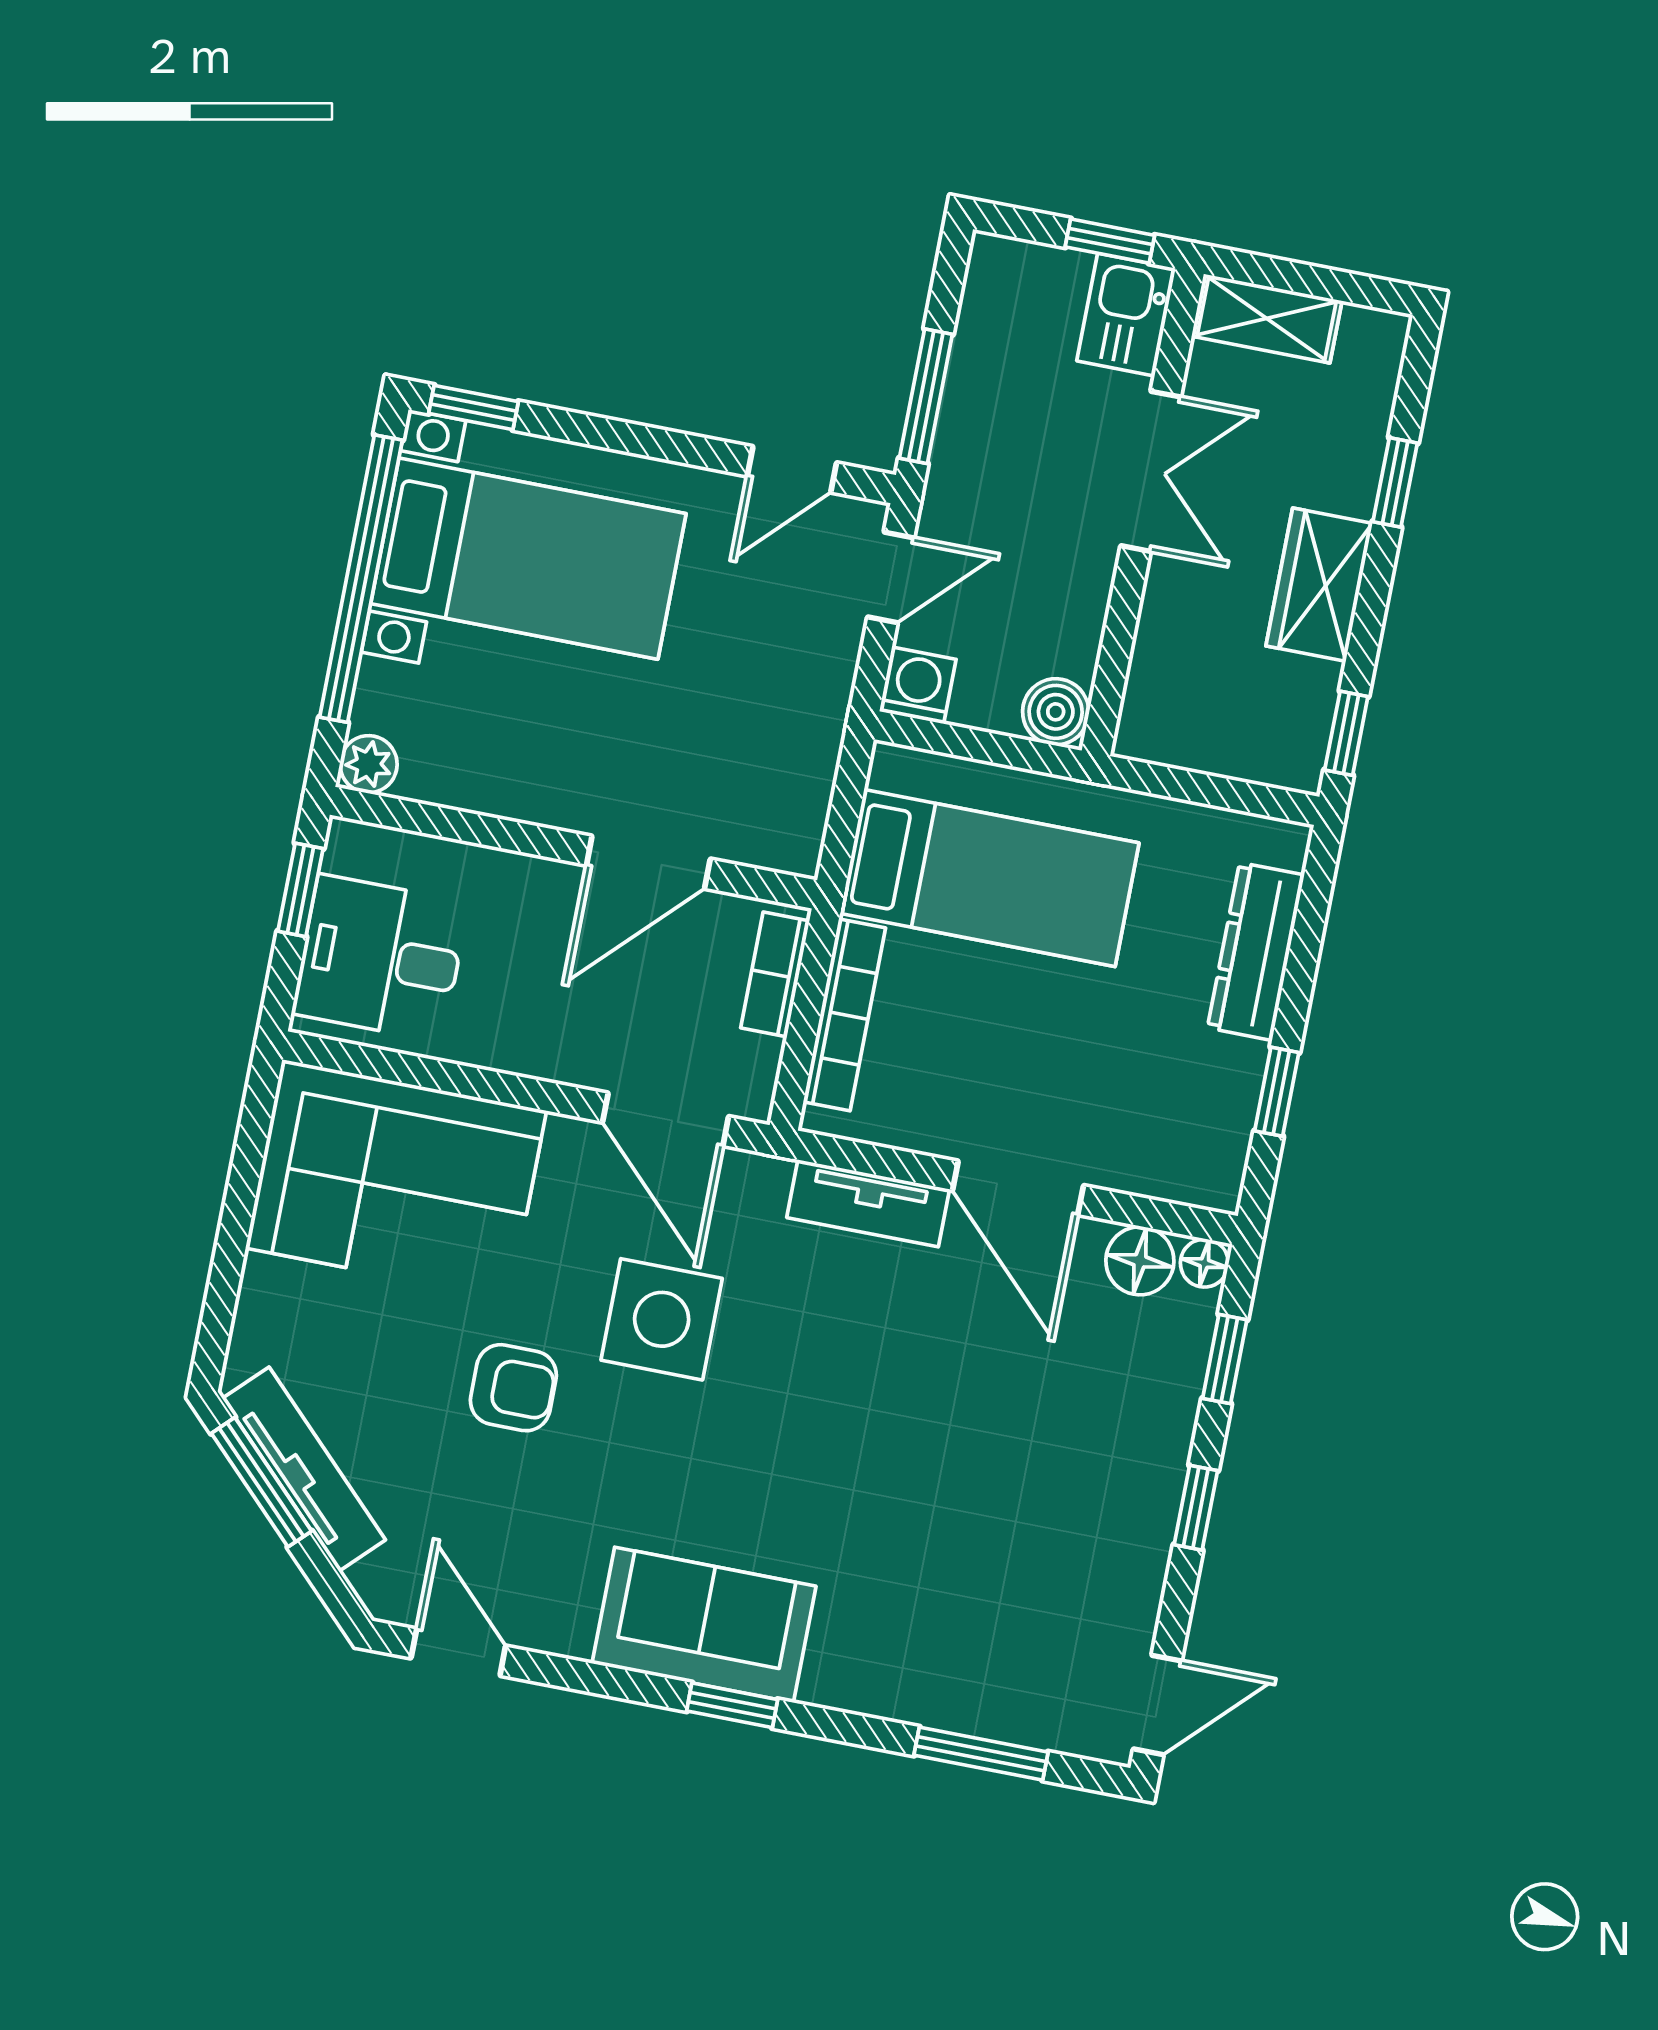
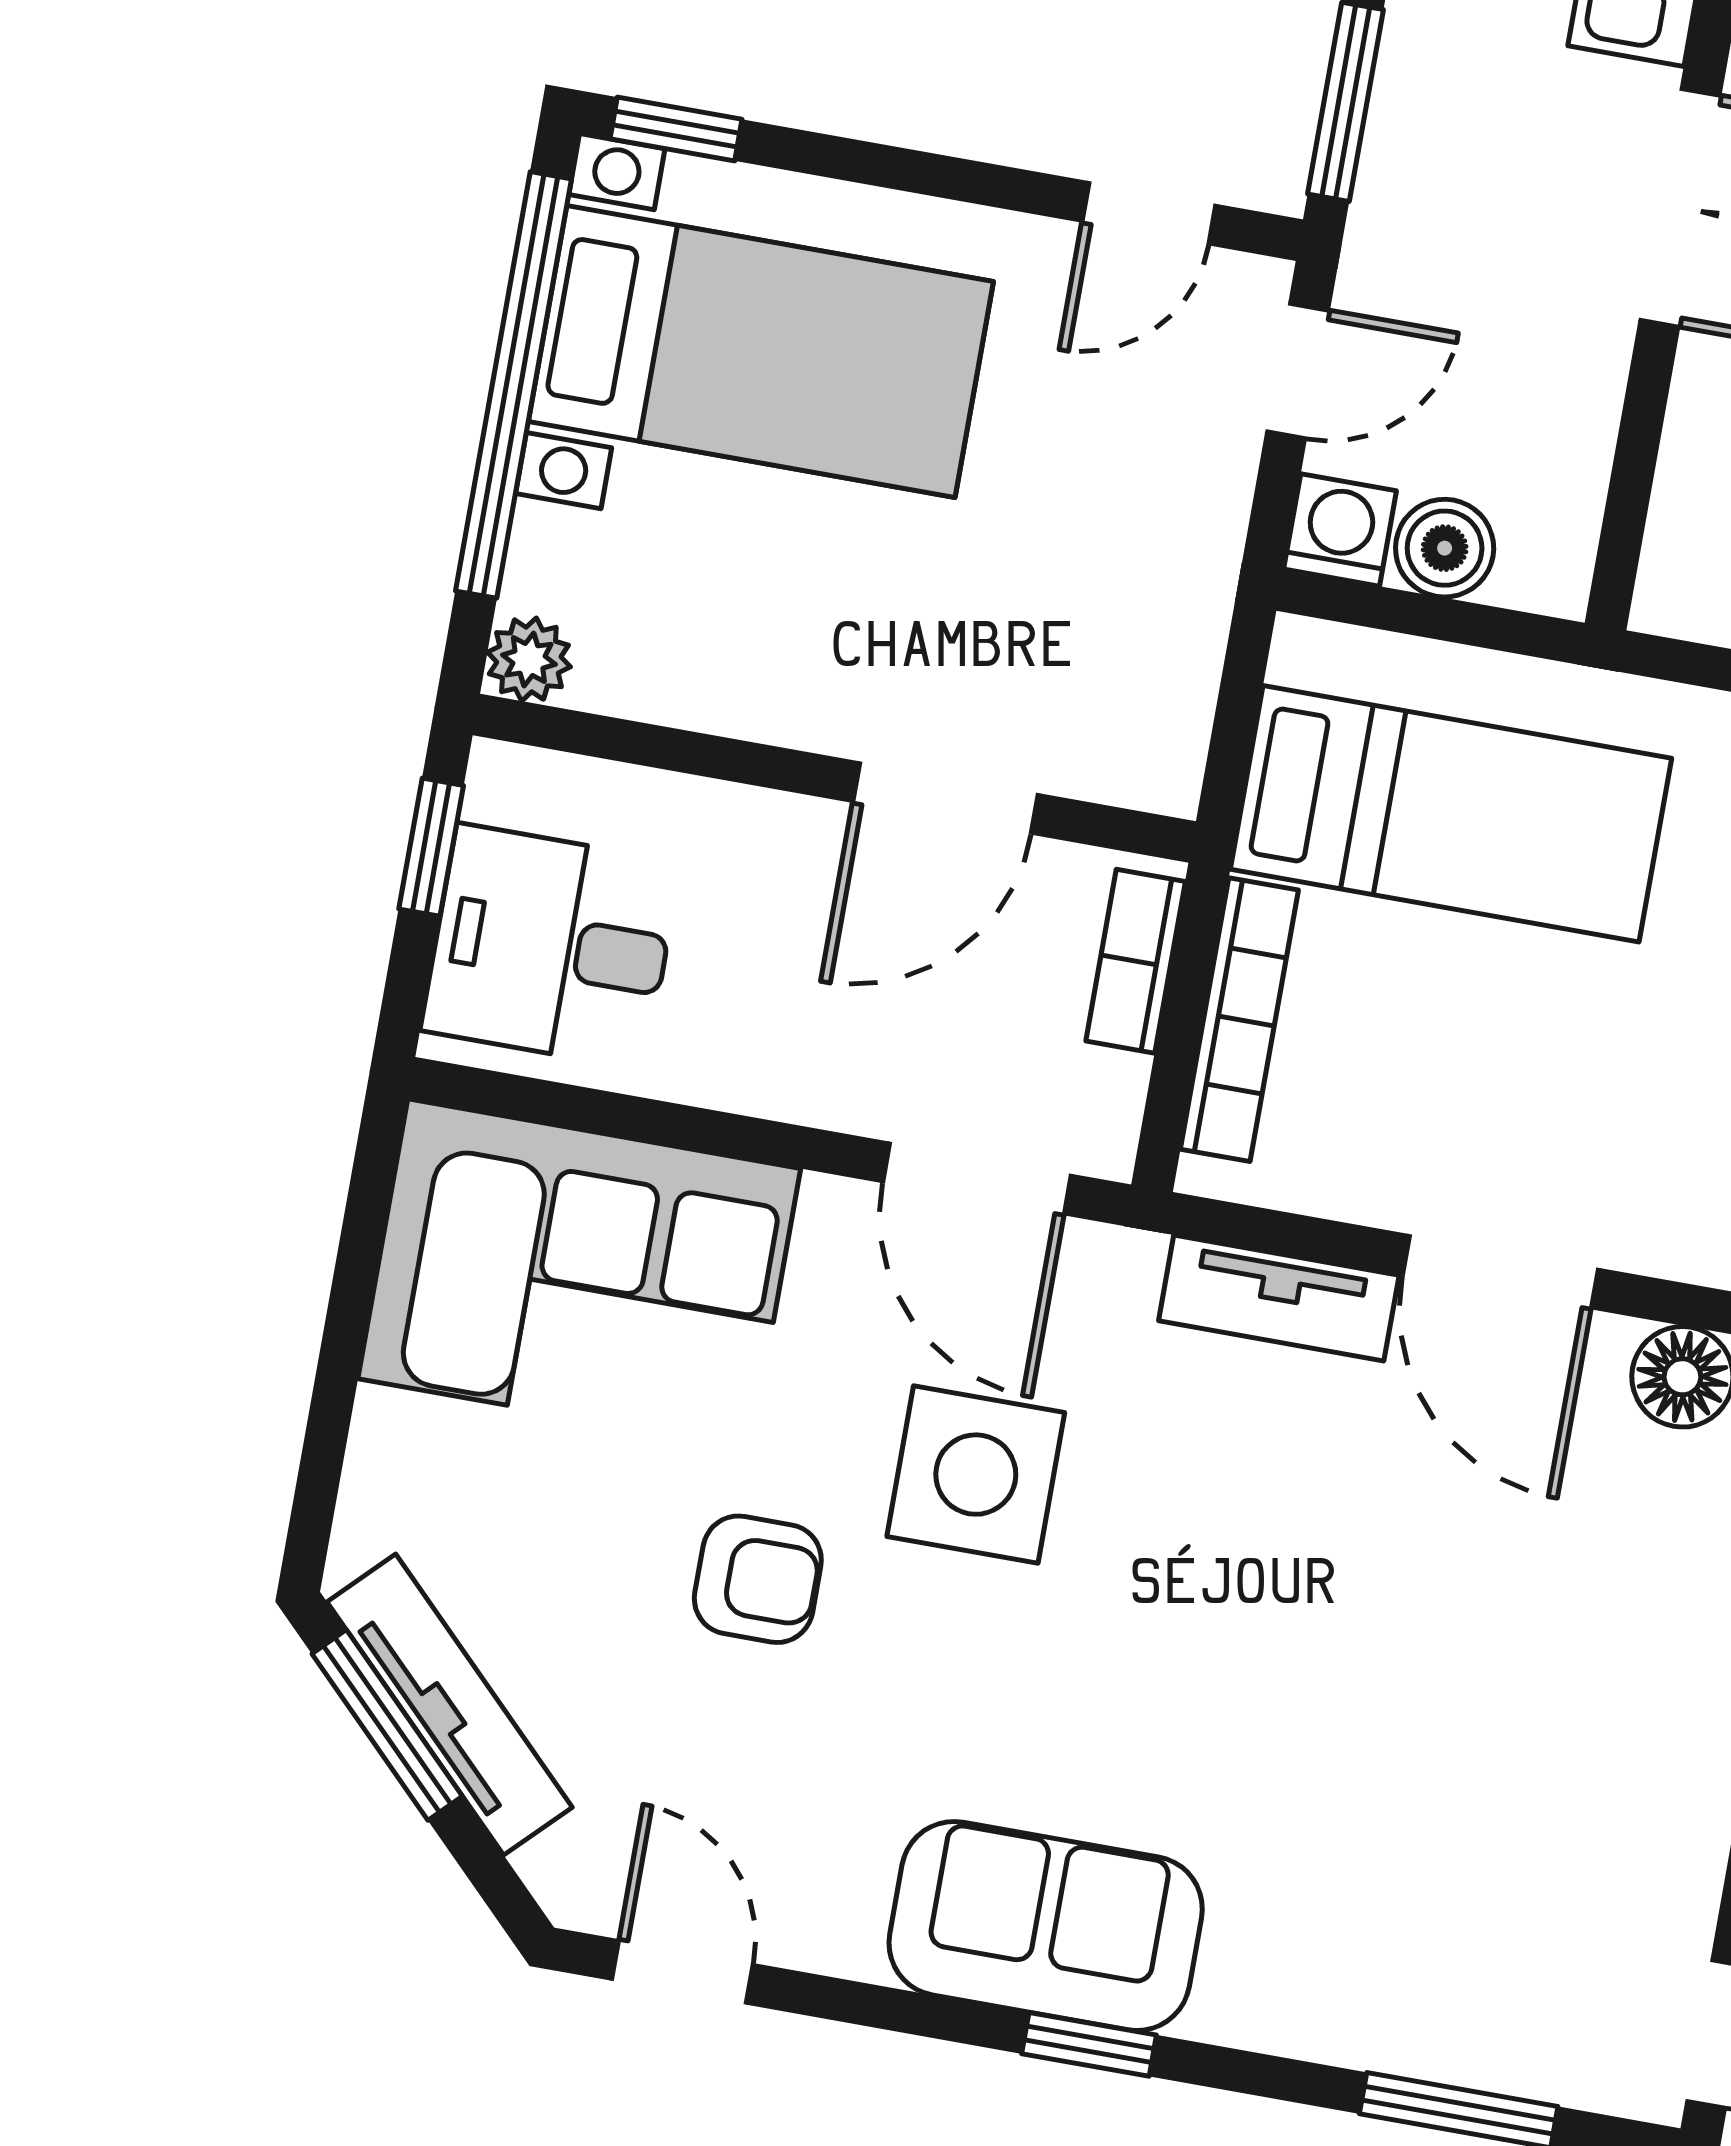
boiler: (1056, 712) -> (1445, 548), moved

